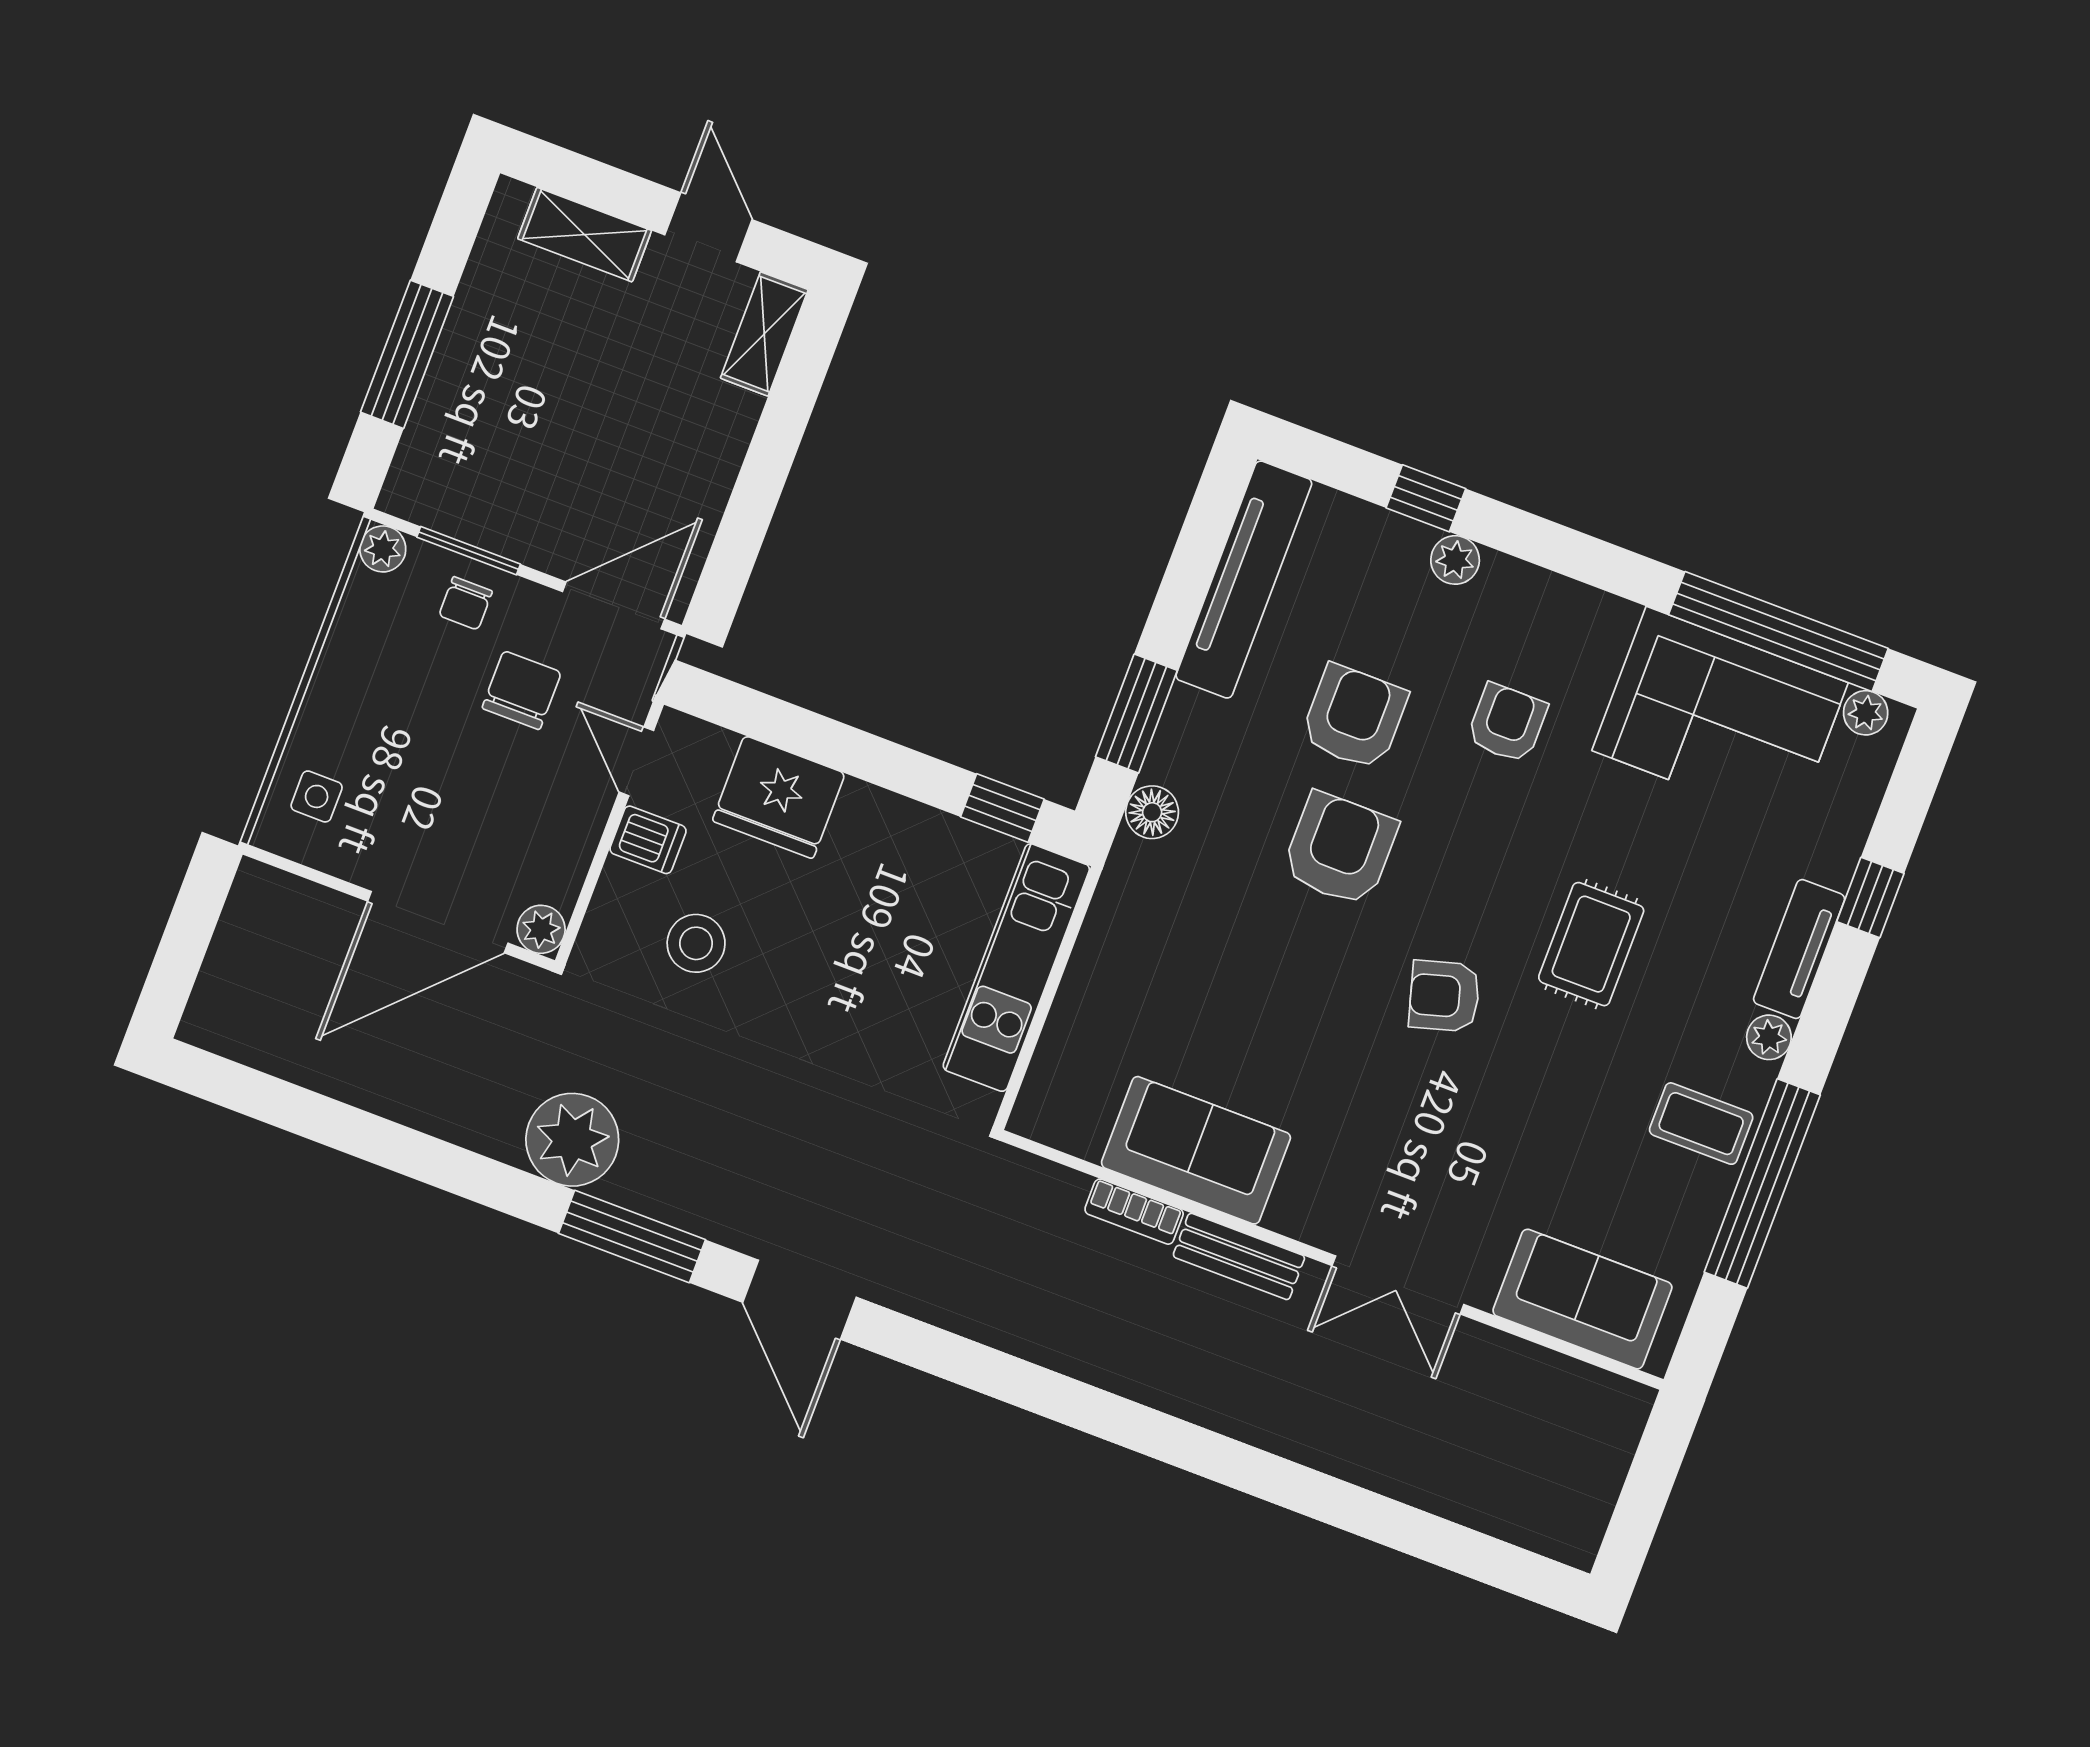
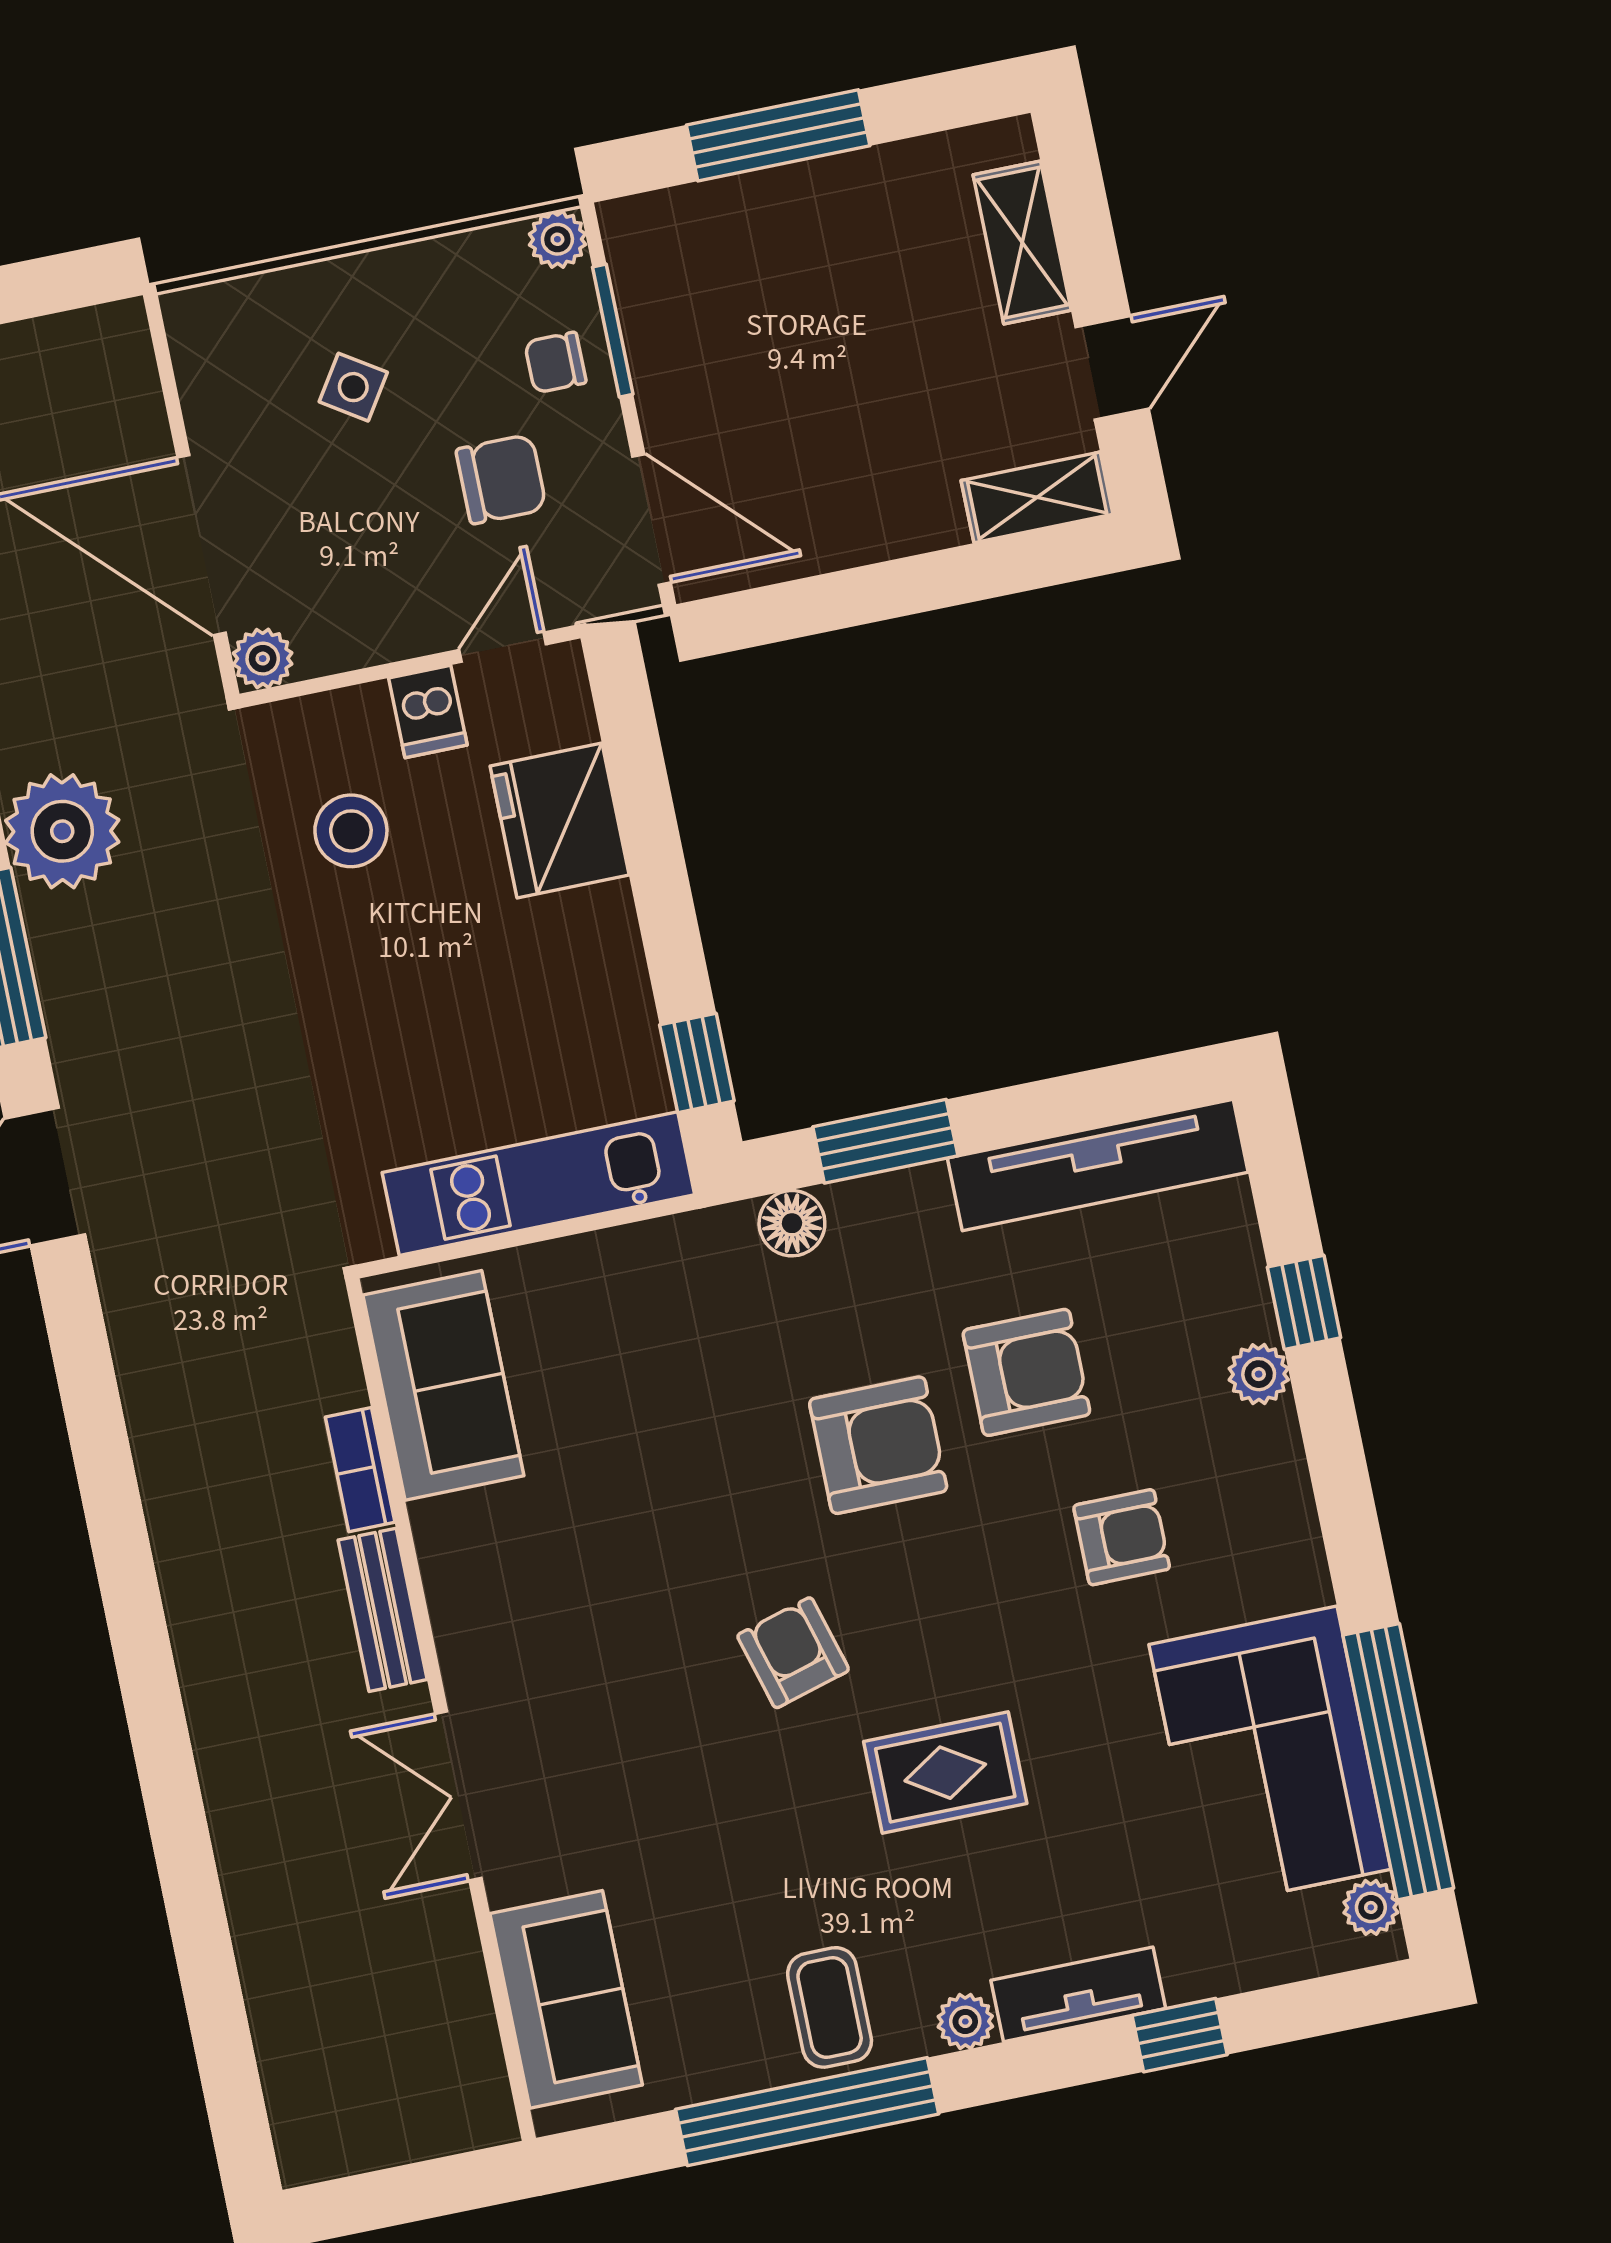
side table: (317, 796) -> (353, 387), moved, turned 33
sofa: (1196, 1150) -> (443, 1385), moved

